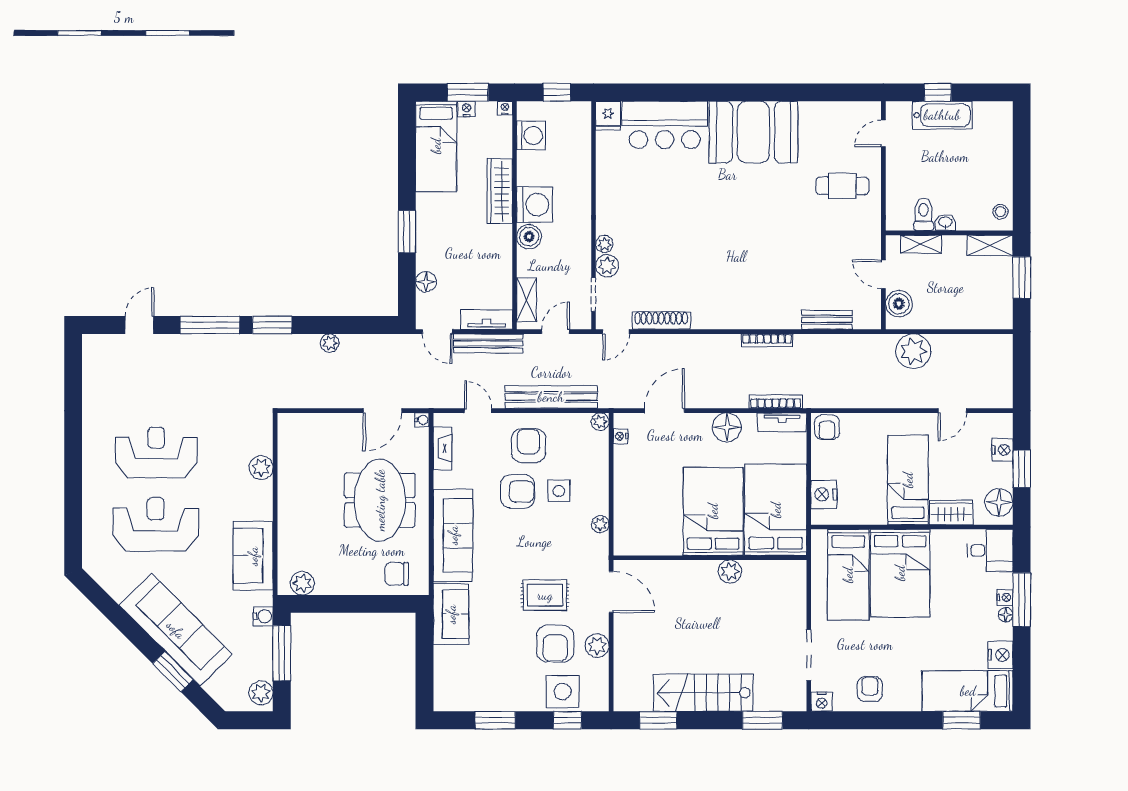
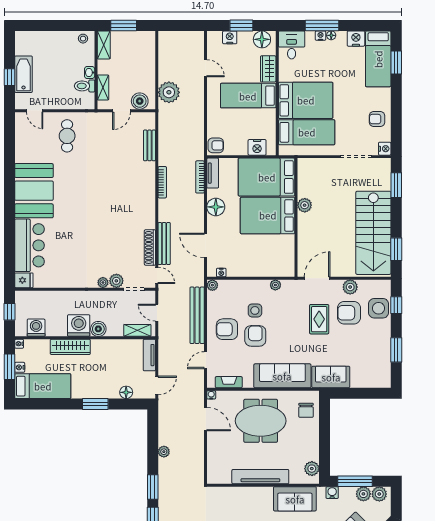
bench: (488, 343) -> (164, 244), moved
plant: (261, 467) -> (363, 494), moved
tv unit: (289, 500) -> (260, 477), added
armchair: (555, 644) -> (349, 313), turned 180
stairs: (703, 693) -> (373, 233), width x1.36, depth x1.51

